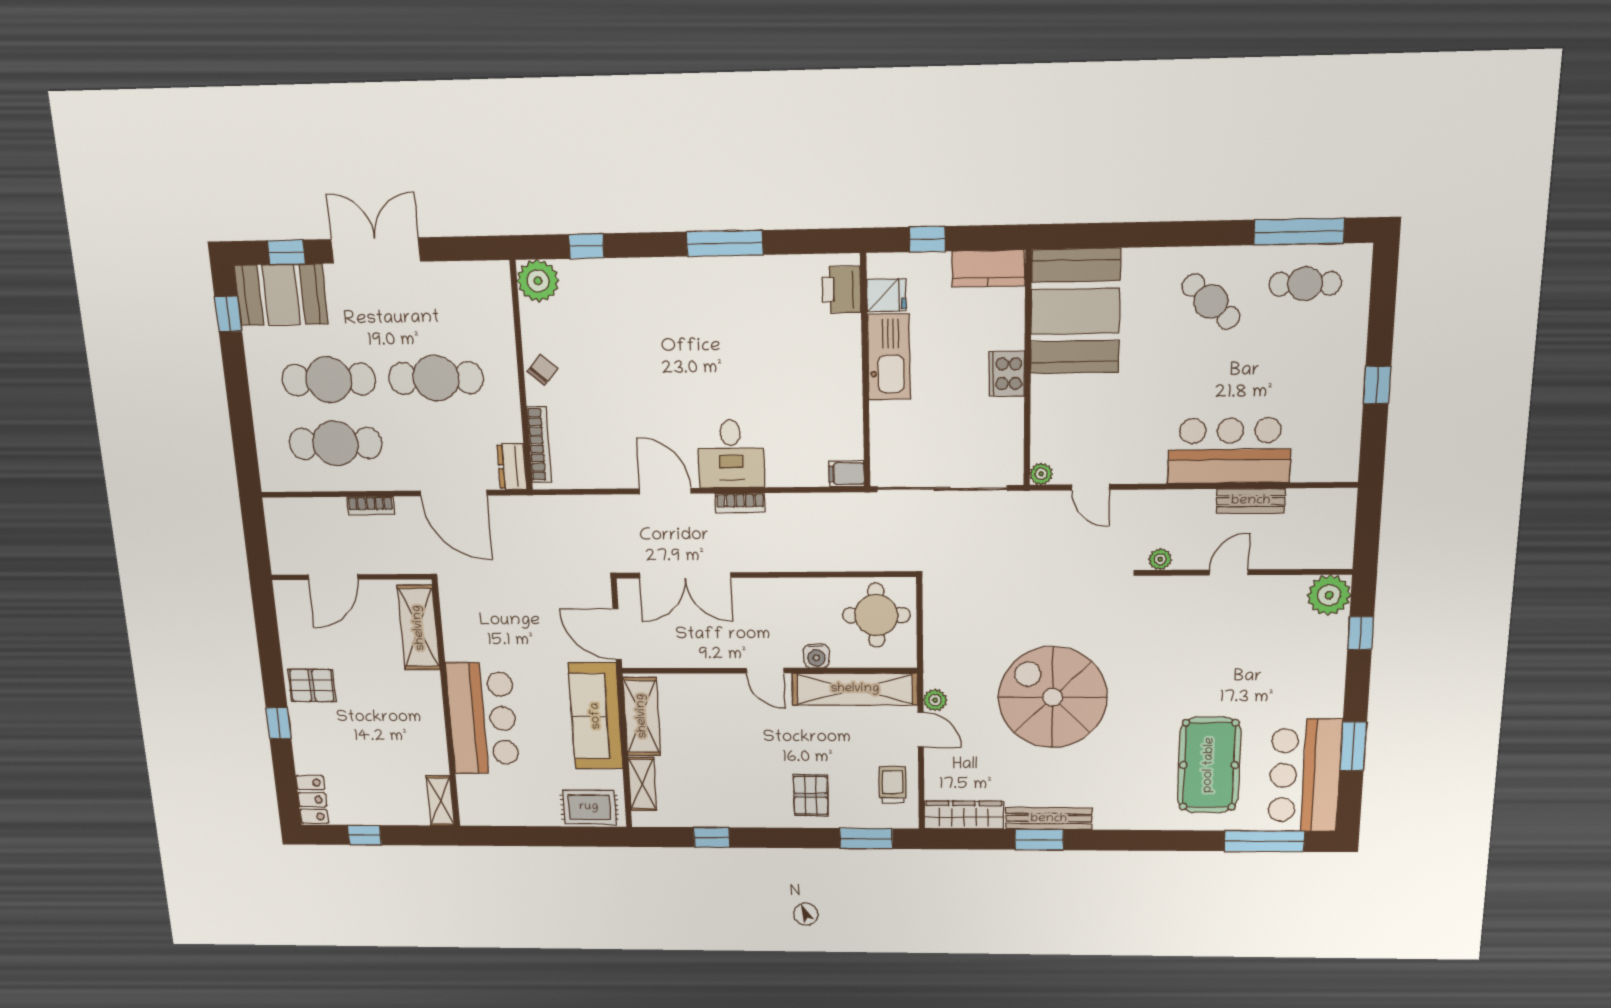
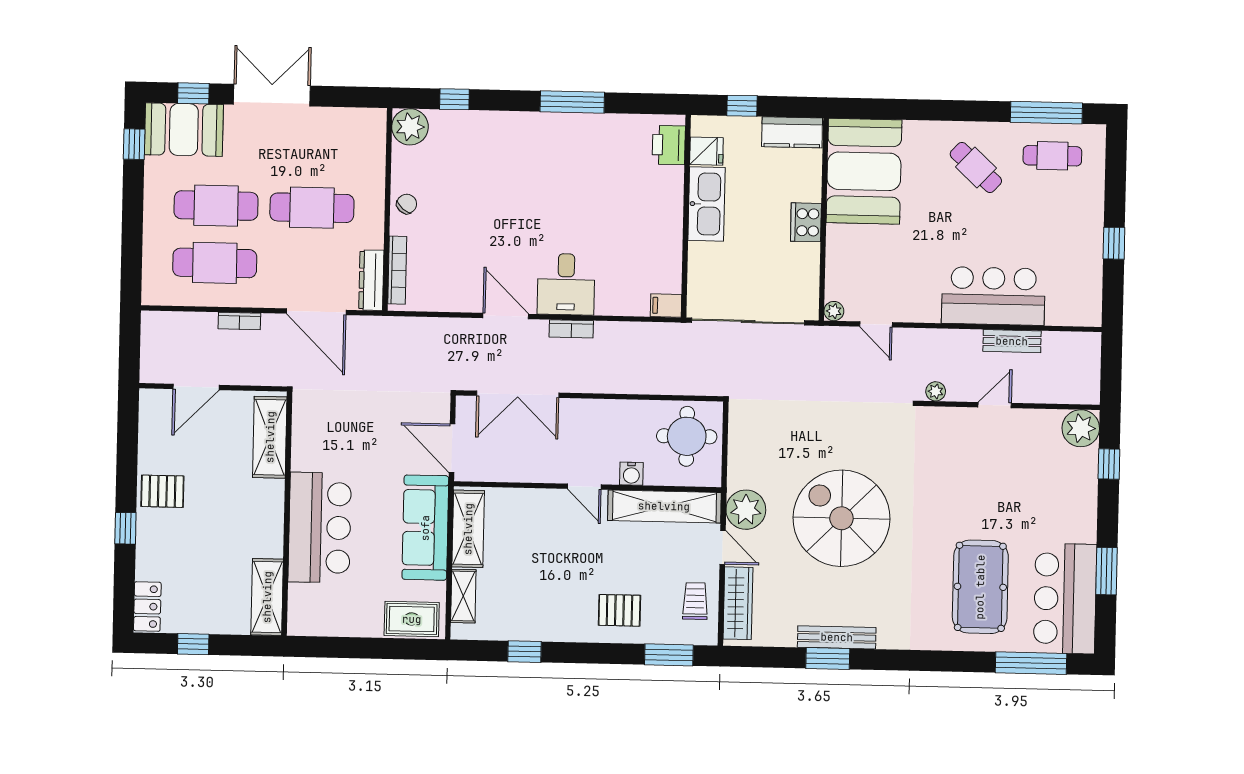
dresser: (512, 467) -> (371, 280), width x1.44
plant: (935, 700) -> (746, 510), width x1.88, depth x1.88
pallet: (811, 795) -> (619, 610), turned 90
shelving: (440, 801) -> (267, 597), width x1.50, depth x1.33
wardrobe: (964, 815) -> (738, 603), moved, turned 90

